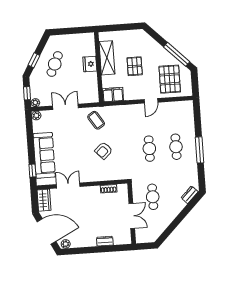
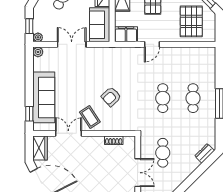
sofa: (89, 88) -> (100, 25), added
door: (151, 101) -> (152, 44), moved
coffee table: (96, 120) -> (90, 117), moved

